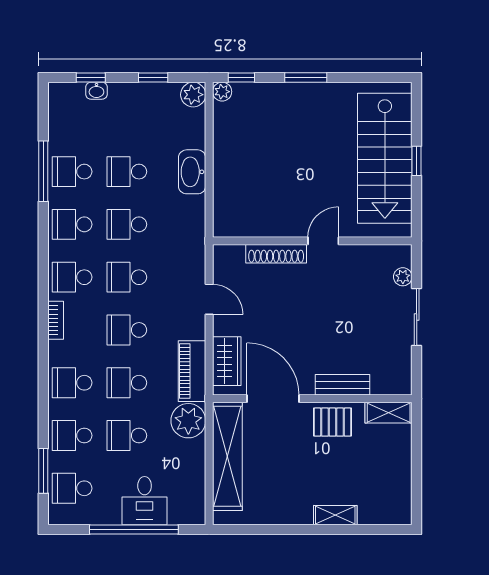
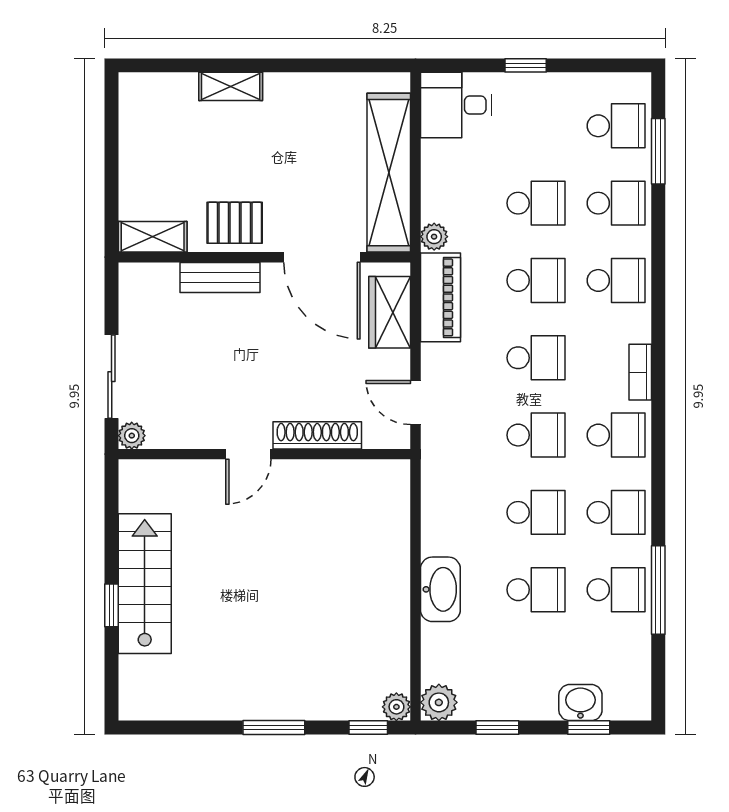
washbasin: (96, 91) -> (580, 703), width x1.38, depth x1.45
stairs: (385, 158) -> (145, 584), width x0.73, depth x0.66
wall: (312, 241) -> (264, 454), moved
door: (323, 241) -> (248, 454), moved
shoe rack: (276, 254) -> (317, 435), moved
plant: (188, 421) -> (434, 237), width x0.53, depth x0.53
desk: (145, 501) -> (456, 105), moved, turned -90
window: (134, 530) -> (526, 65), width x0.32

